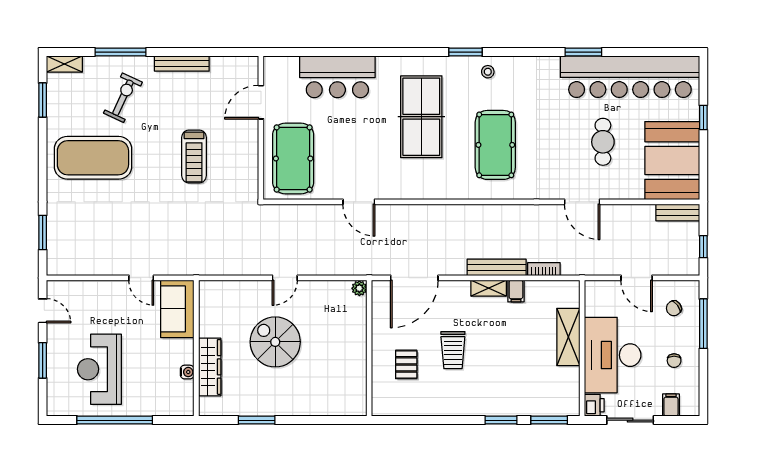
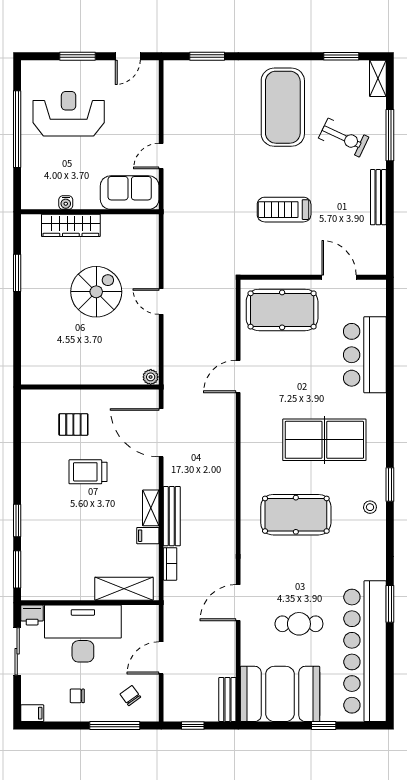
shelving: (568, 337) -> (124, 589), moved
filing cabinet: (671, 405) -> (32, 713), moved

